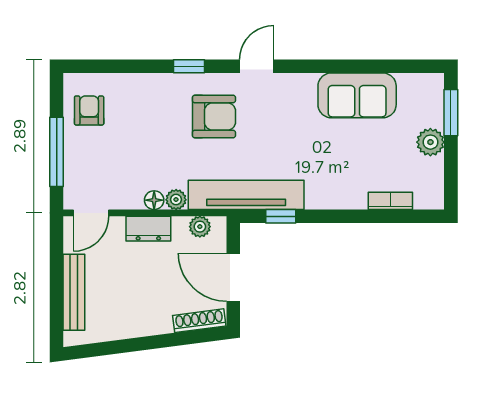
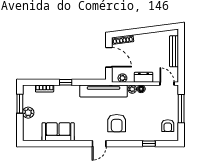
window: (189, 66) -> (149, 144), moved
window: (451, 113) -> (20, 104), moved
armchair: (214, 117) -> (117, 123), turned -90
door: (91, 213) -> (167, 84), hinge flipped
window: (281, 216) -> (66, 82), moved

